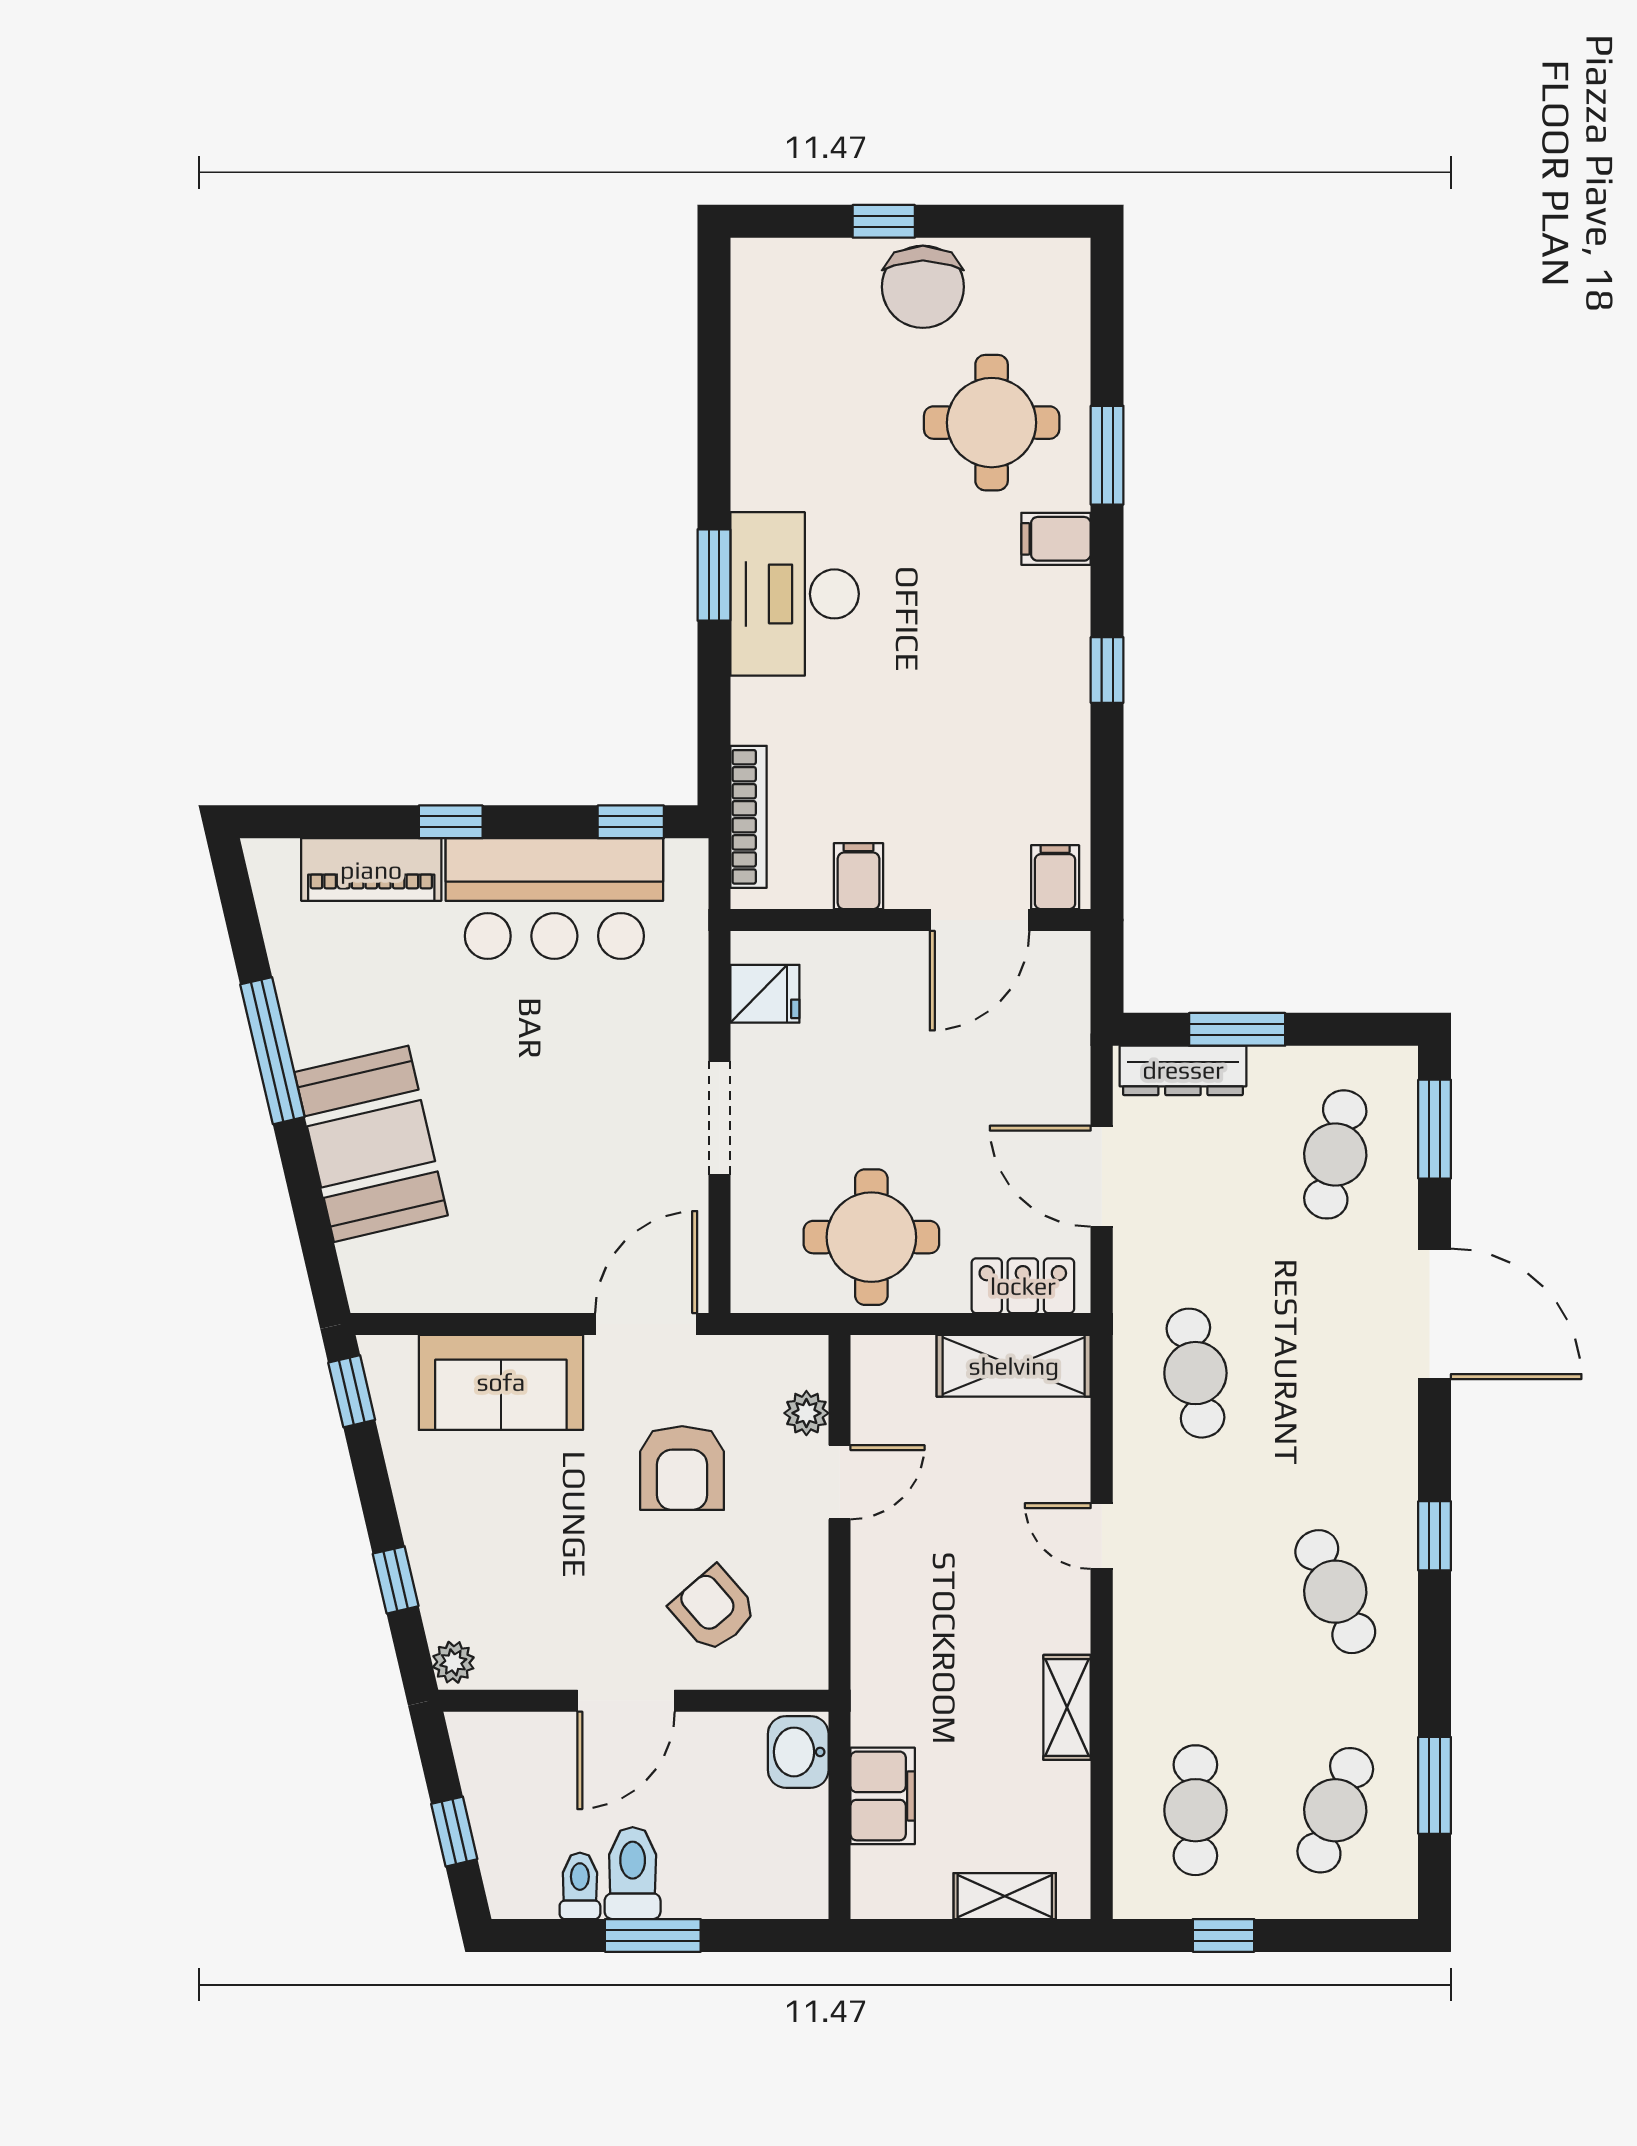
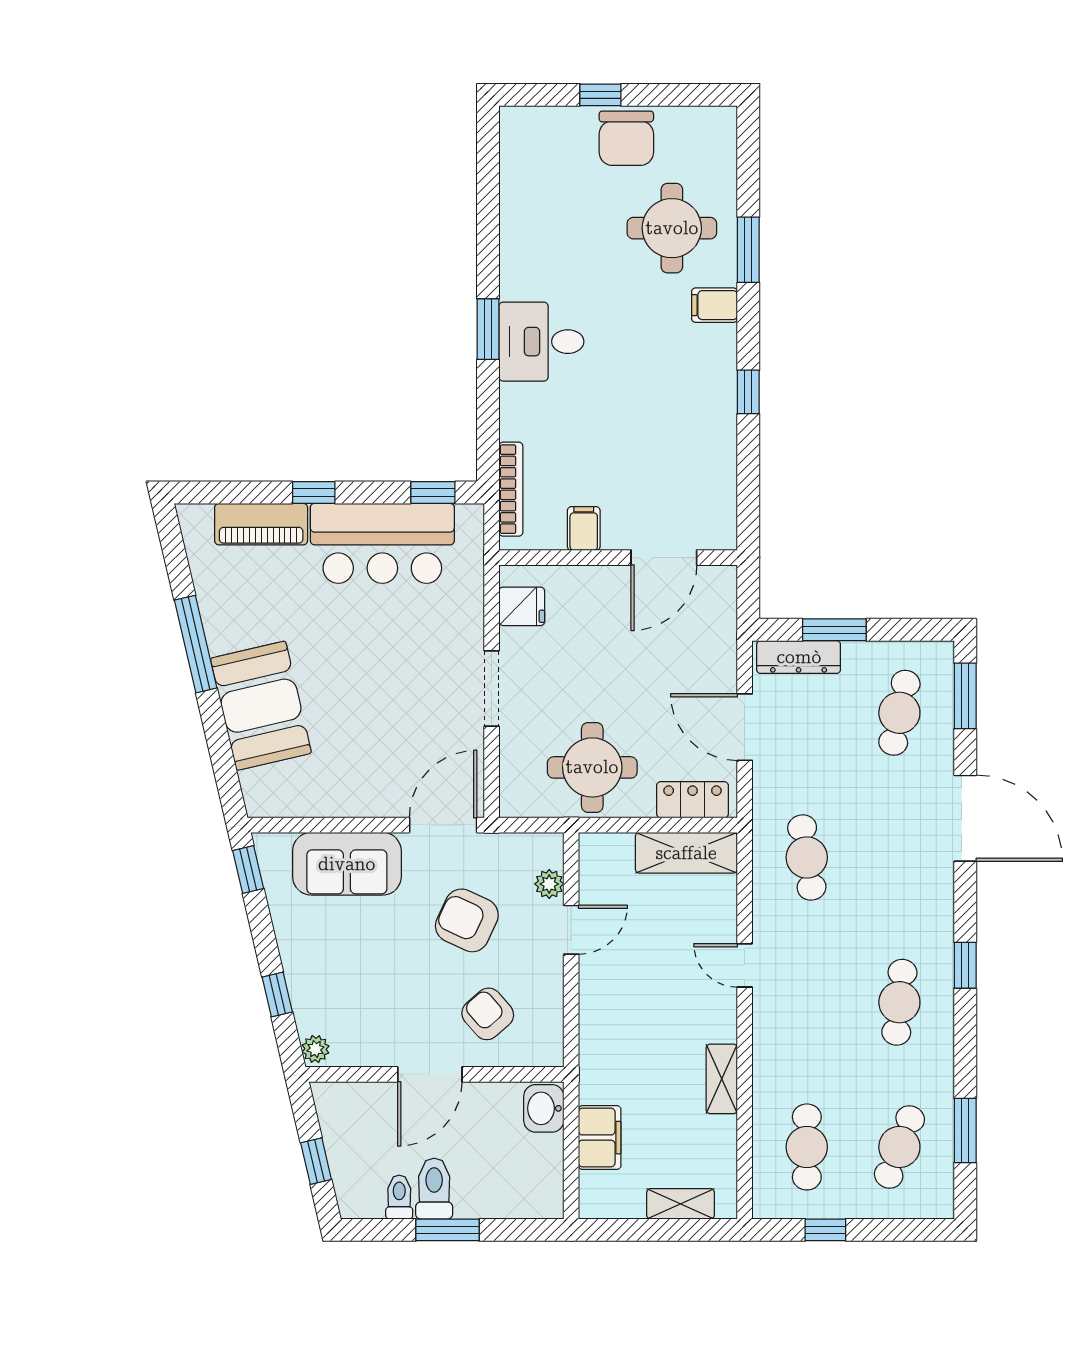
desk: (795, 594) -> (541, 342), width x0.73
filing cabinet: (1055, 877) -> (714, 529), removed
armchair: (682, 1468) -> (467, 920), turned 115
cafe table: (1335, 1592) -> (899, 1002), turned 30

